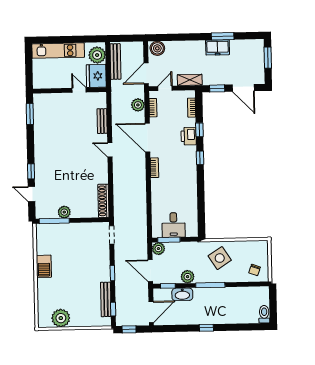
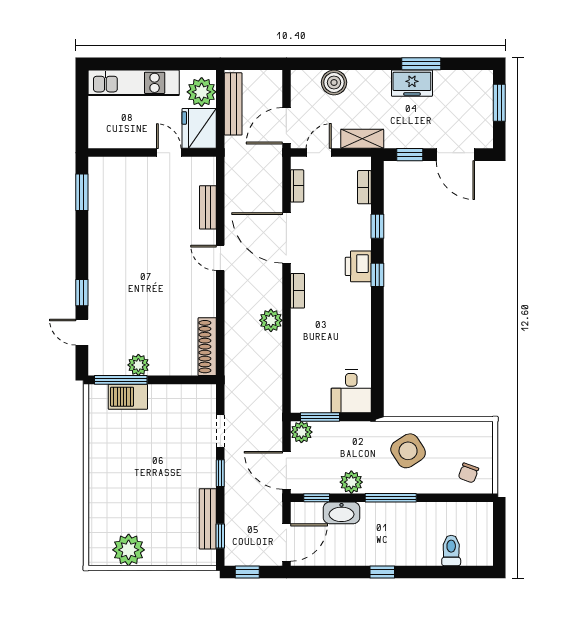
boiler: (157, 48) -> (334, 82), moved
plant: (138, 105) -> (271, 320), moved
printer: (189, 136) -> (358, 266), moved
desk: (173, 225) -> (351, 391), moved
doorway: (112, 235) -> (220, 431), moved
barbecue: (44, 266) -> (128, 397), moved, turned 90
toilet: (264, 314) -> (451, 550), moved

